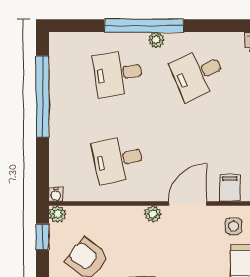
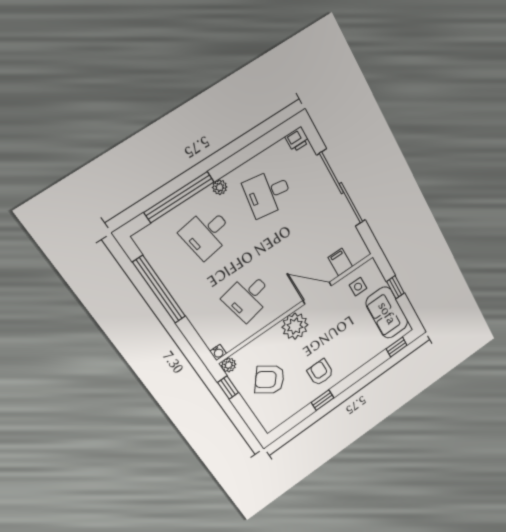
window: (144, 26) -> (179, 197), moved
desk: (198, 74) -> (268, 193), turned 33
door: (188, 203) -> (317, 293), hinge flipped
plant: (153, 214) -> (295, 326), width x1.87, depth x1.87

